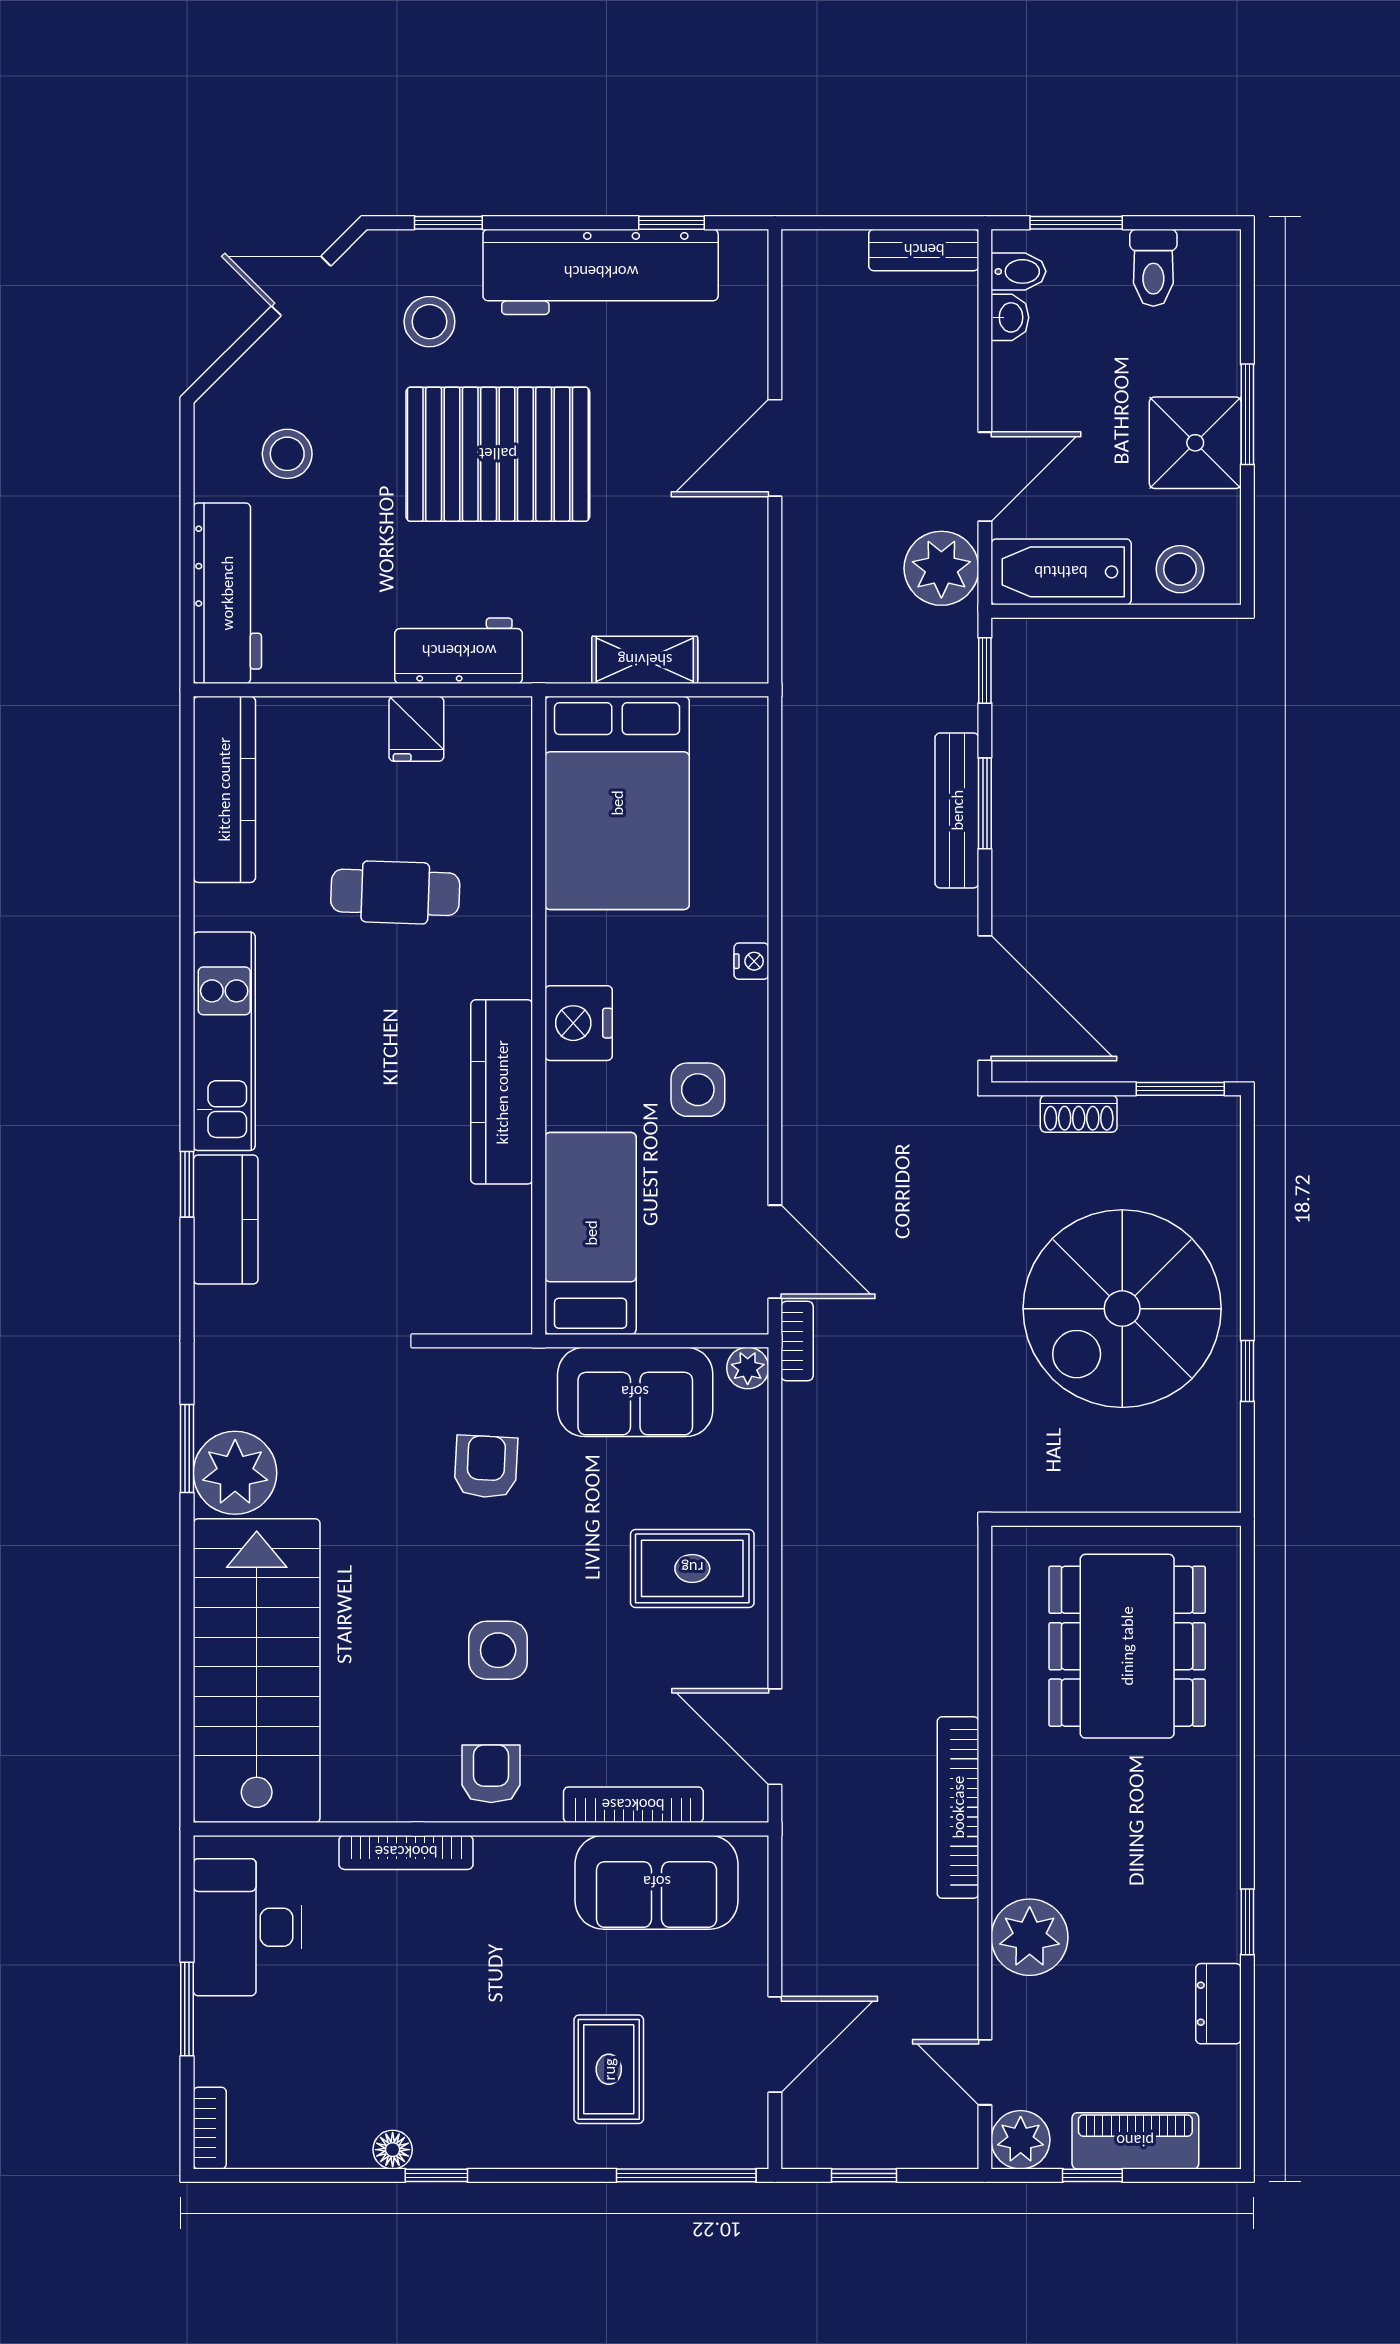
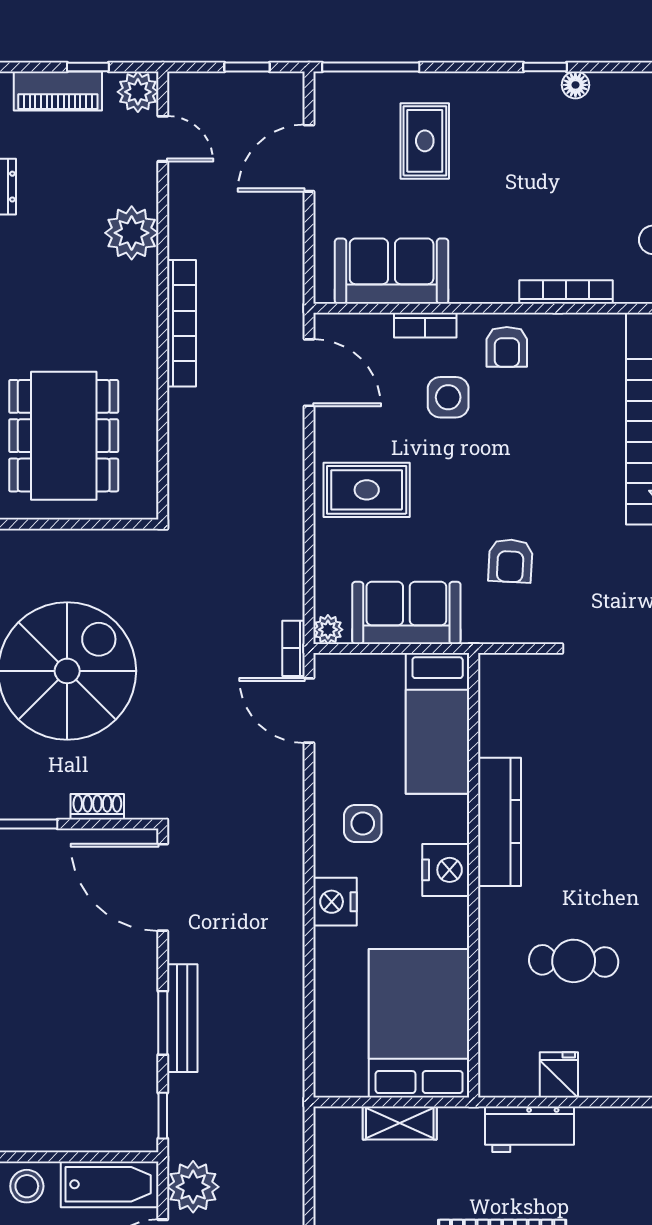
nightstand: (751, 961) -> (335, 902), width x1.89, depth x1.79
side table: (498, 1650) -> (448, 397), moved
bookcase: (633, 1805) -> (425, 325), width x0.64

